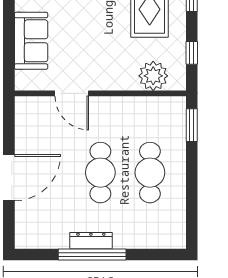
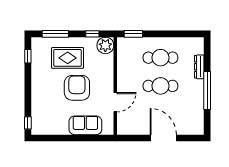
armchair: (97, 26) -> (77, 88), added
plant: (153, 76) -> (105, 45), moved
dresser: (91, 241) -> (199, 67), moved

